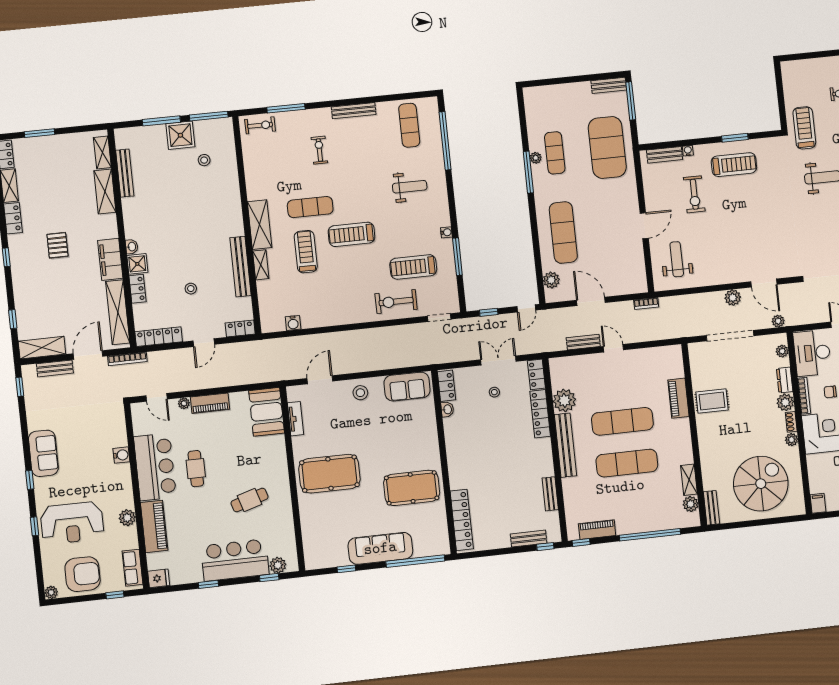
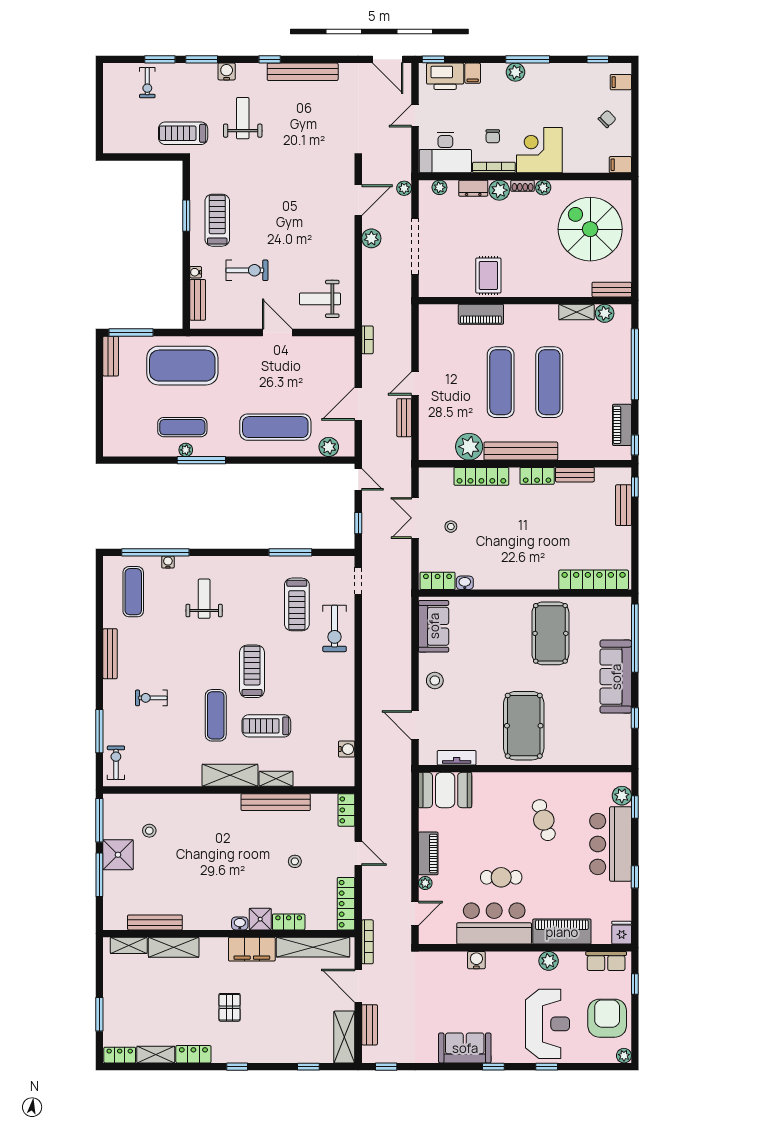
exercise mat: (409, 125) -> (133, 592), turned 90
water cooler: (446, 232) -> (168, 562), moved
treadmill: (352, 234) -> (252, 671), turned 180
pallet: (57, 245) -> (230, 1007), turned 90
locker: (536, 374) -> (537, 476), moved

